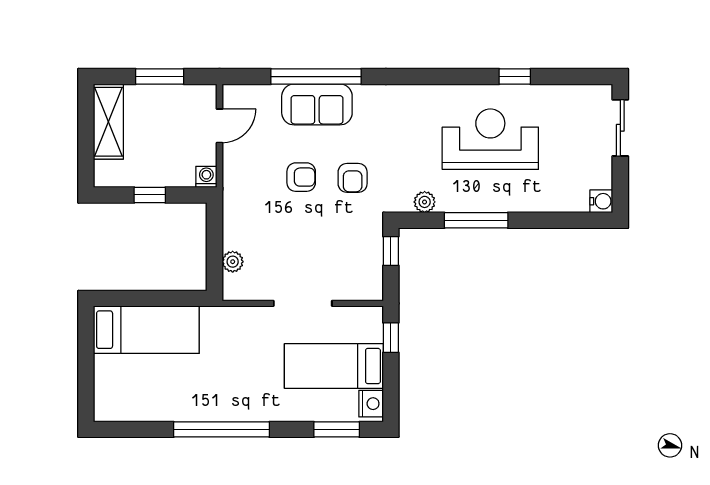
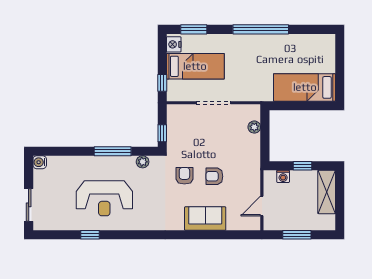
window: (316, 77) -> (206, 235), removed
shelving: (108, 122) -> (327, 192), moved
washing machine: (206, 177) -> (283, 176), moved

